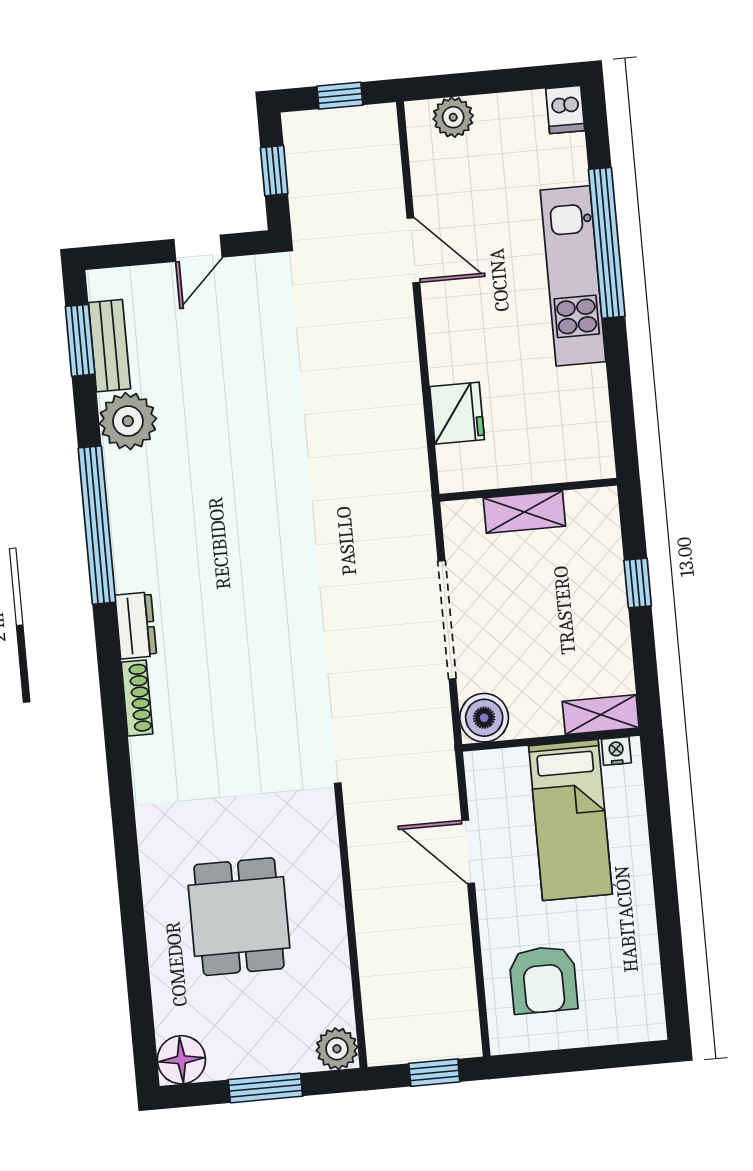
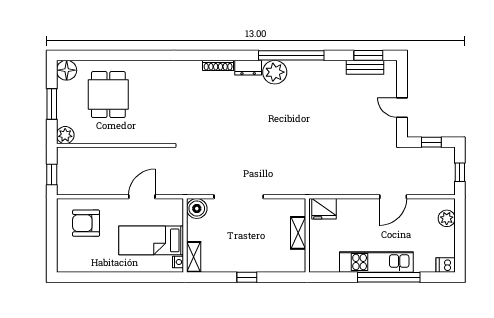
plant: (128, 421) -> (275, 72), moved
wall: (528, 490) -> (307, 235), moved
shelving: (524, 512) -> (298, 233), moved
dining table: (239, 917) -> (108, 95), moved, turned 90

